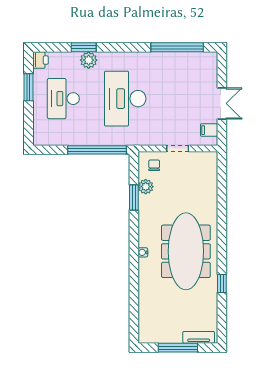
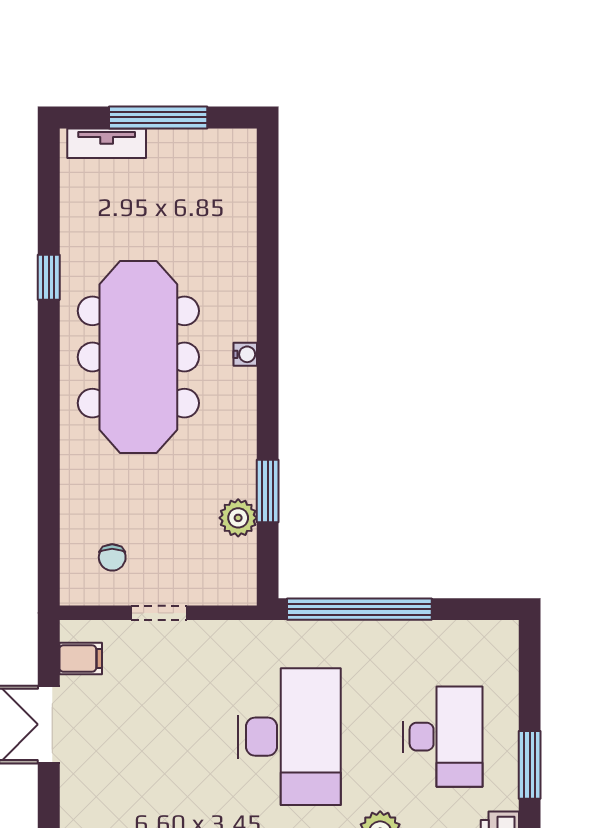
chair: (154, 165) -> (112, 557), moved

